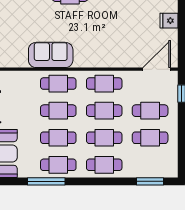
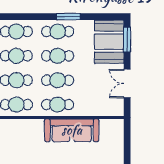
sofa: (51, 55) -> (72, 130), width x1.36
window: (46, 181) -> (68, 17), width x0.69

